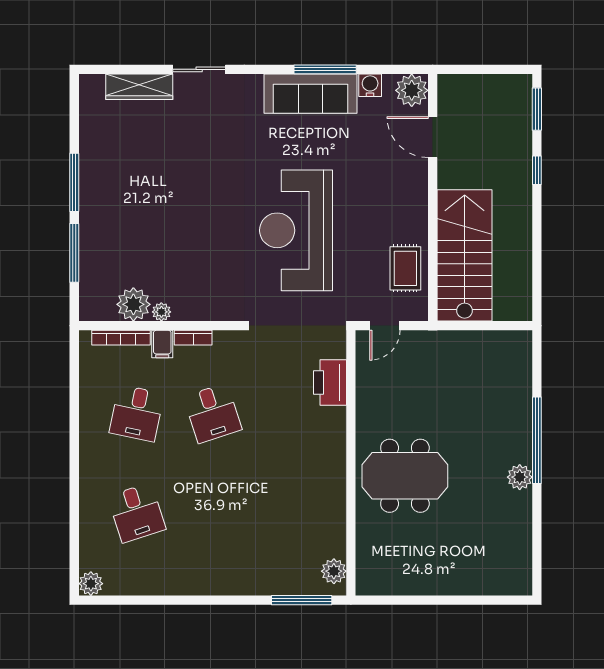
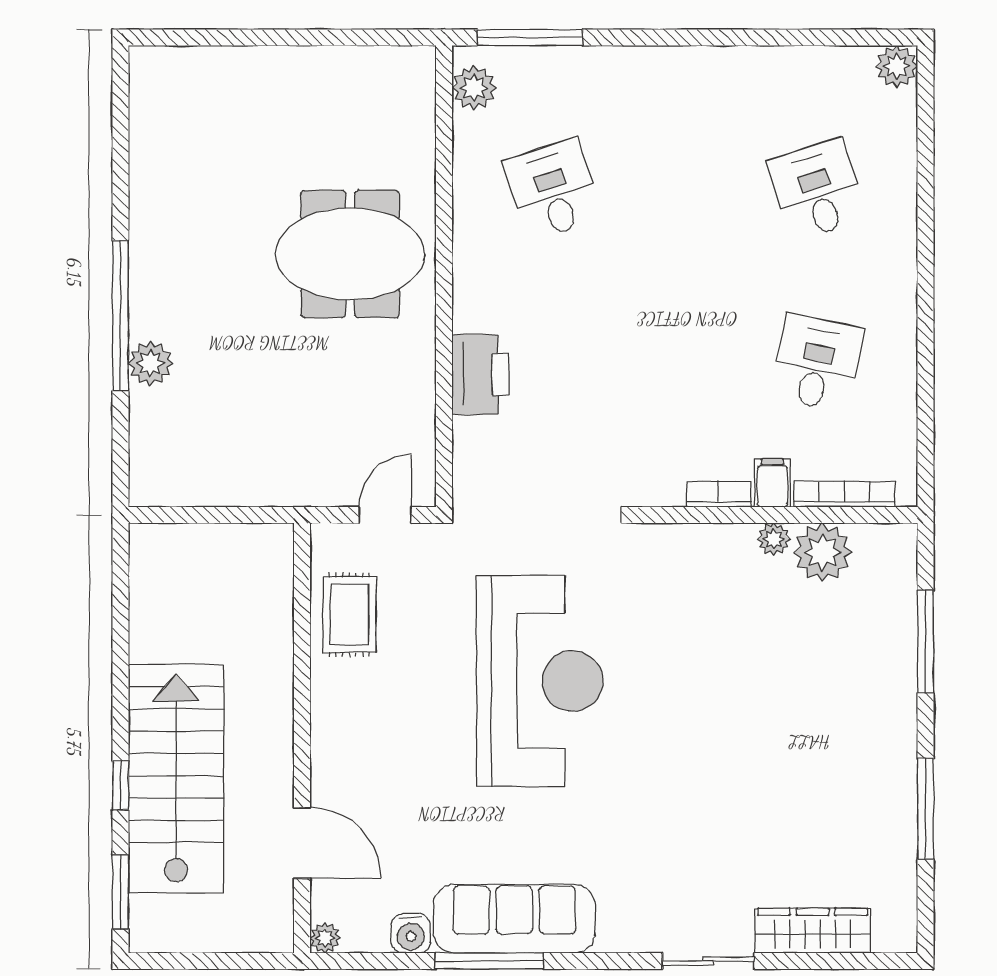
plant: (412, 90) -> (325, 938), width x0.53, depth x0.53
window: (74, 182) -> (926, 809), moved
stairs: (465, 255) -> (176, 779), moved, turned 180
printer: (330, 382) -> (481, 374), moved
desk: (213, 413) -> (553, 190), moved
plant: (520, 477) -> (150, 363), moved

